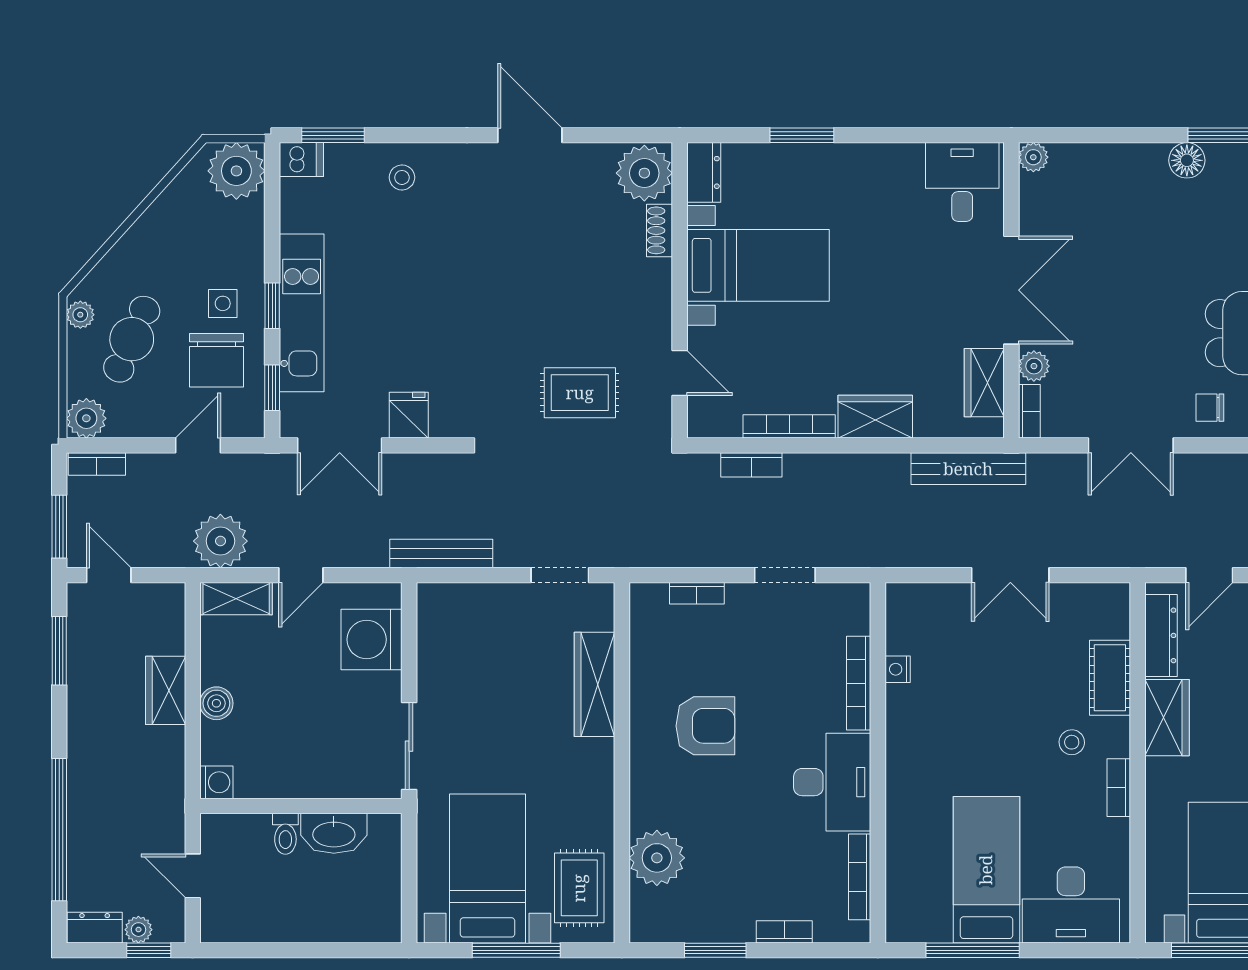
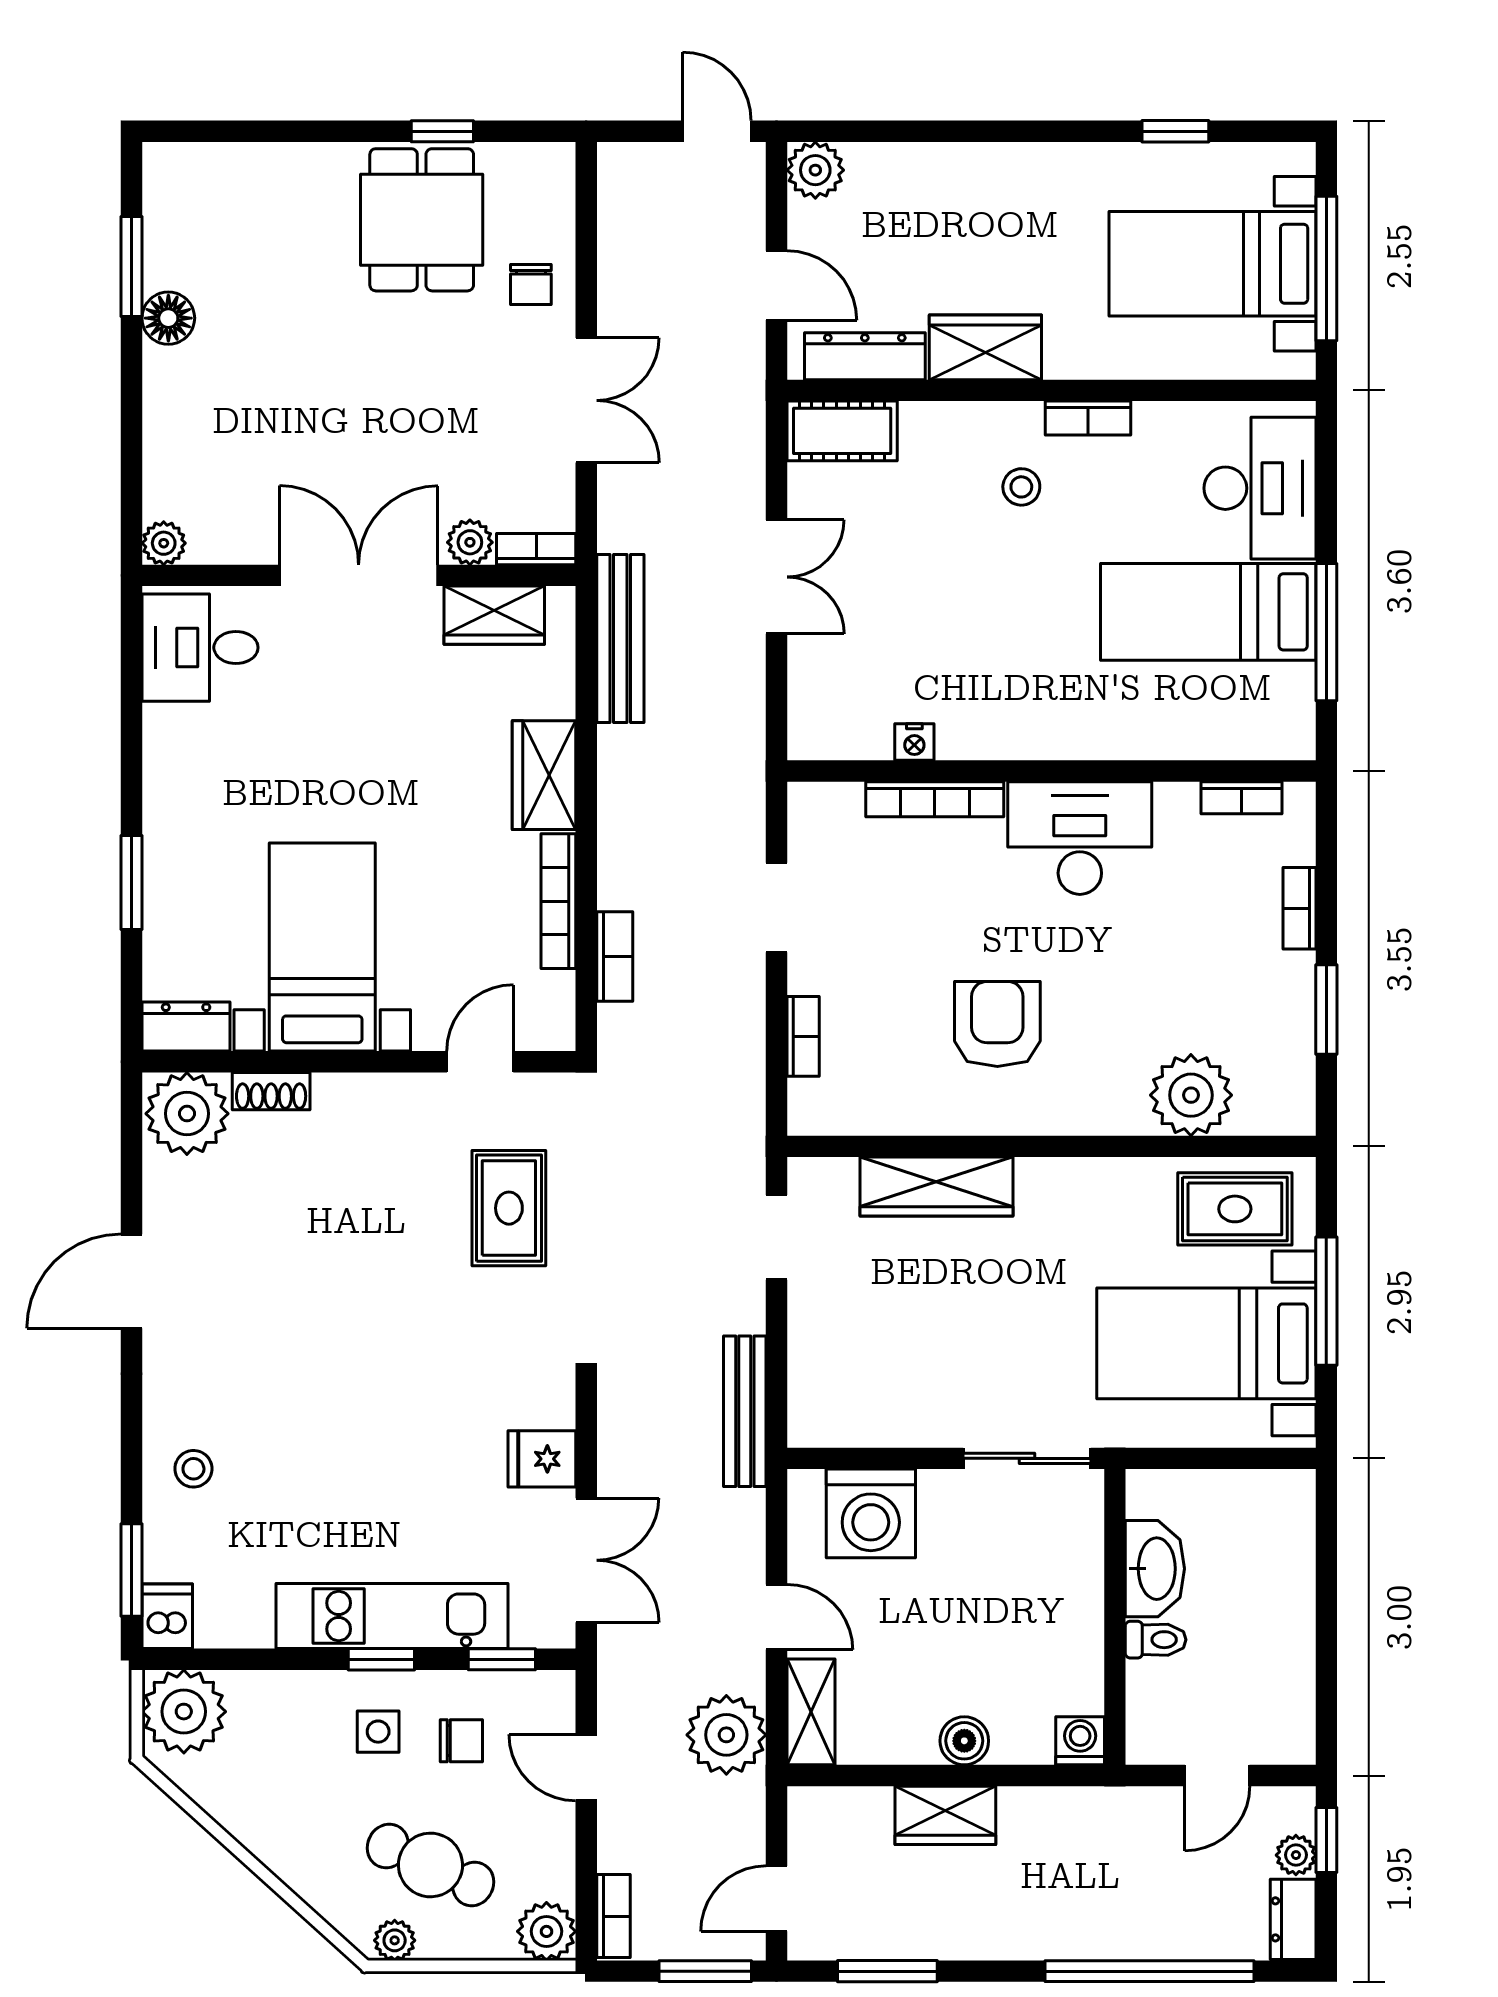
chair: (216, 360) -> (461, 1741), width x0.54, depth x0.54
cot: (1110, 678) -> (842, 431), moved
bookcase: (860, 877) -> (1242, 798), width x0.64

